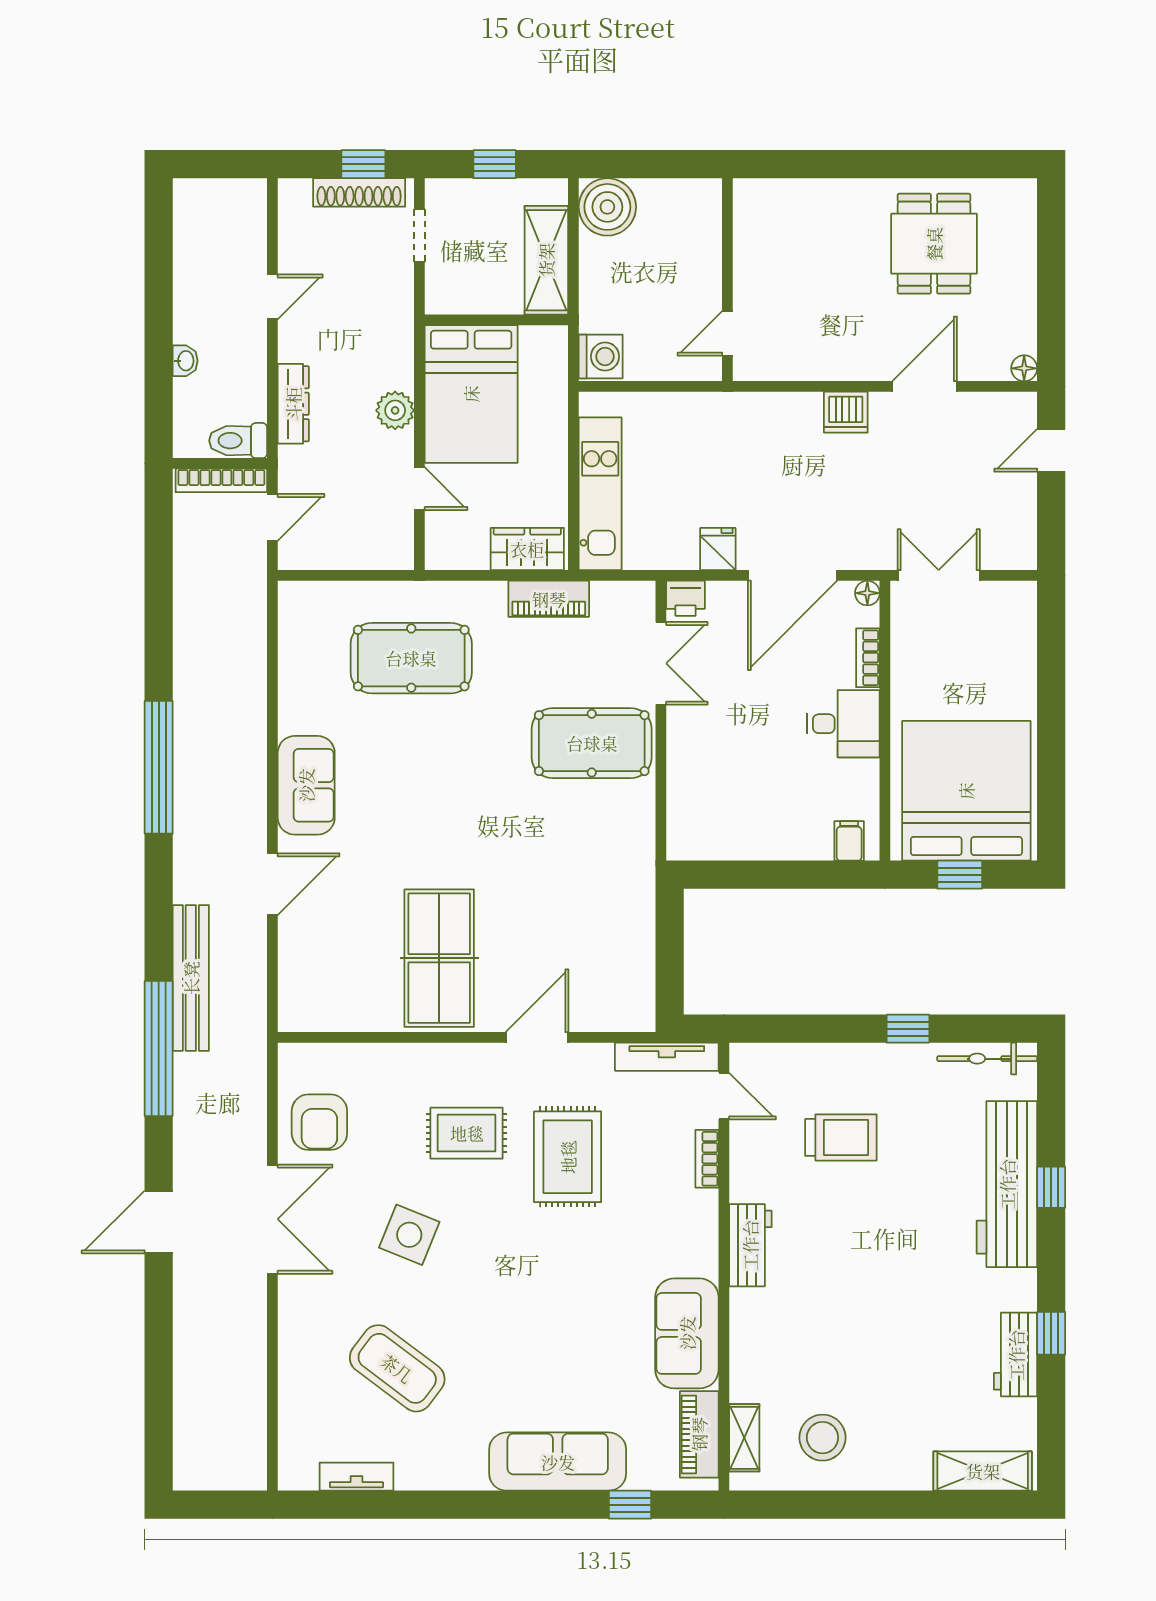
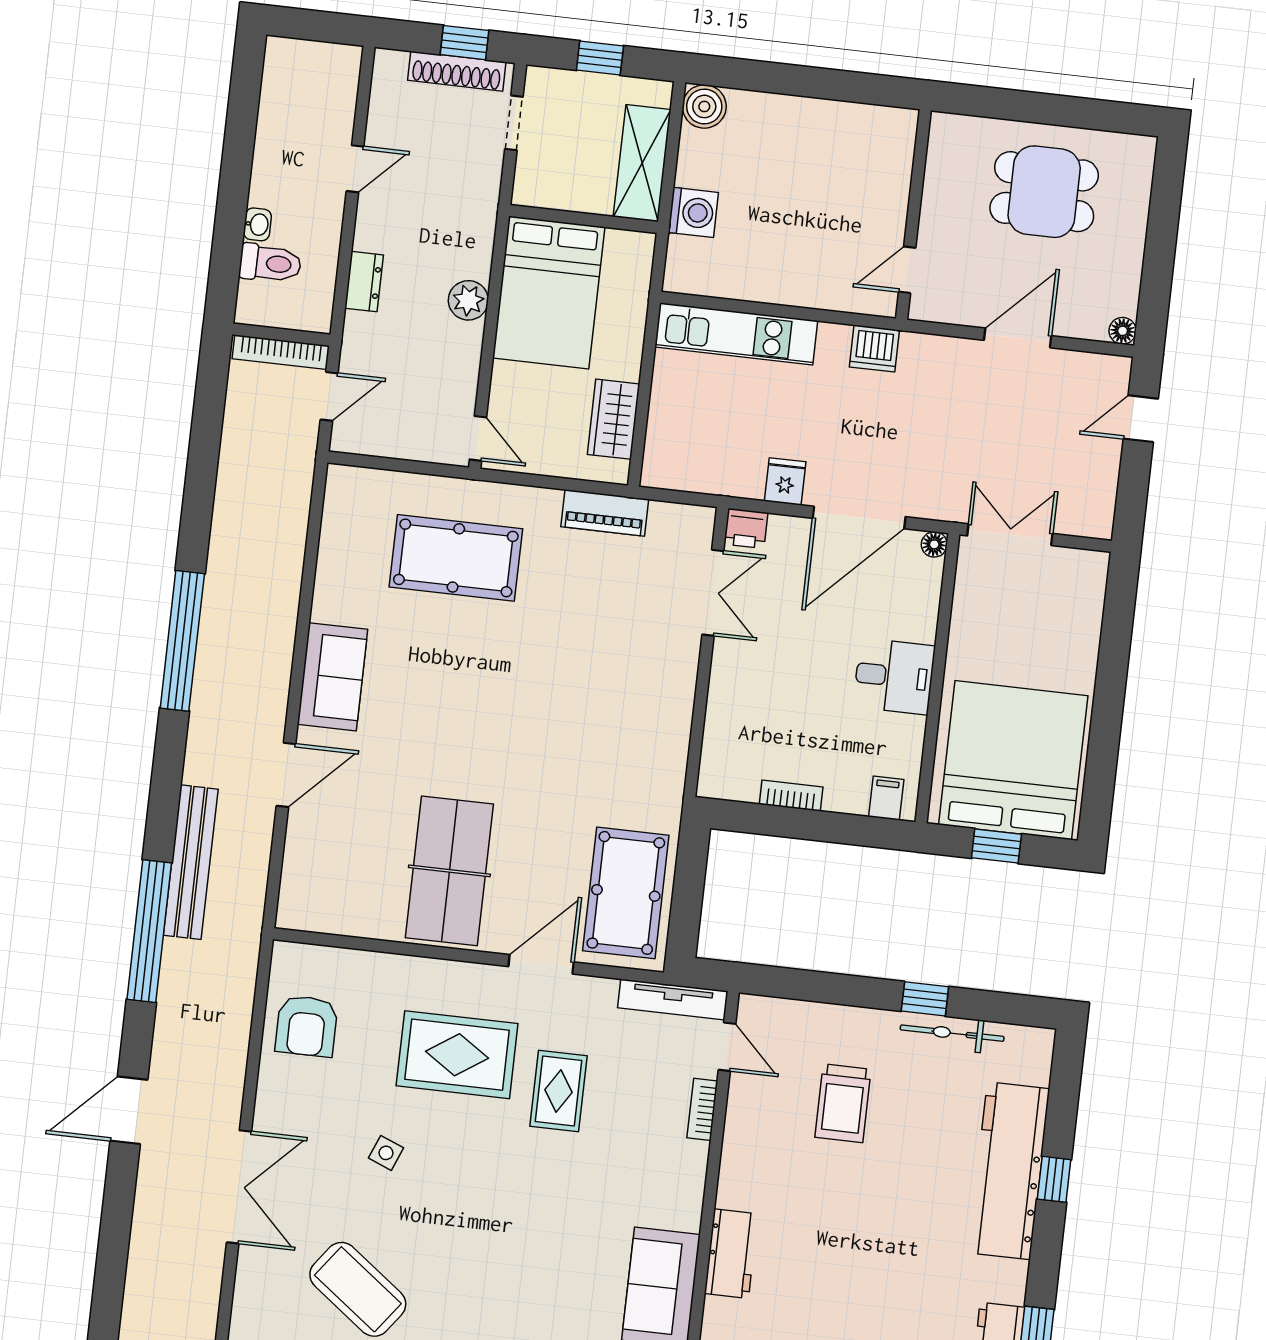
boiler: (607, 207) -> (704, 106), width x0.73, depth x0.73
dining table: (934, 244) -> (1044, 192), turned 90
wall: (727, 280) -> (913, 214), moved
door: (727, 333) -> (907, 270), moved
washing machine: (601, 357) -> (693, 212), moved
dresser: (293, 404) -> (364, 282), width x0.70
dishwasher: (846, 412) -> (874, 349), moved
toilet: (238, 441) -> (270, 263), moved, turned 180
door: (419, 489) -> (478, 438), moved
kitchen unit: (600, 494) -> (736, 334), moved, turned 90
wardrobe: (527, 549) -> (614, 419), moved, turned -90
bookcase: (868, 658) -> (791, 796), moved, turned 90
pool table: (592, 743) -> (626, 893), moved, turned 90
bicycle: (987, 1059) -> (952, 1033), moved
rug: (467, 1133) -> (457, 1055), width x1.36, depth x1.43
trolley: (841, 1137) -> (843, 1103), turned 90
rug: (568, 1157) -> (559, 1091), width x0.73, depth x0.70
double door: (272, 1219) -> (239, 1187), moved
side table: (409, 1235) -> (386, 1153), width x0.54, depth x0.54
workbench: (750, 1245) -> (731, 1254), moved

